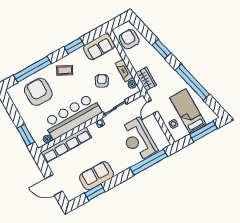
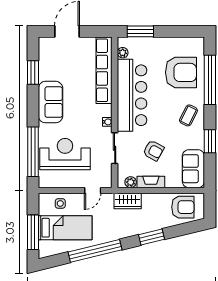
door: (152, 107) -> (93, 191), swing flipped
sofa: (96, 176) -> (51, 102), moved

